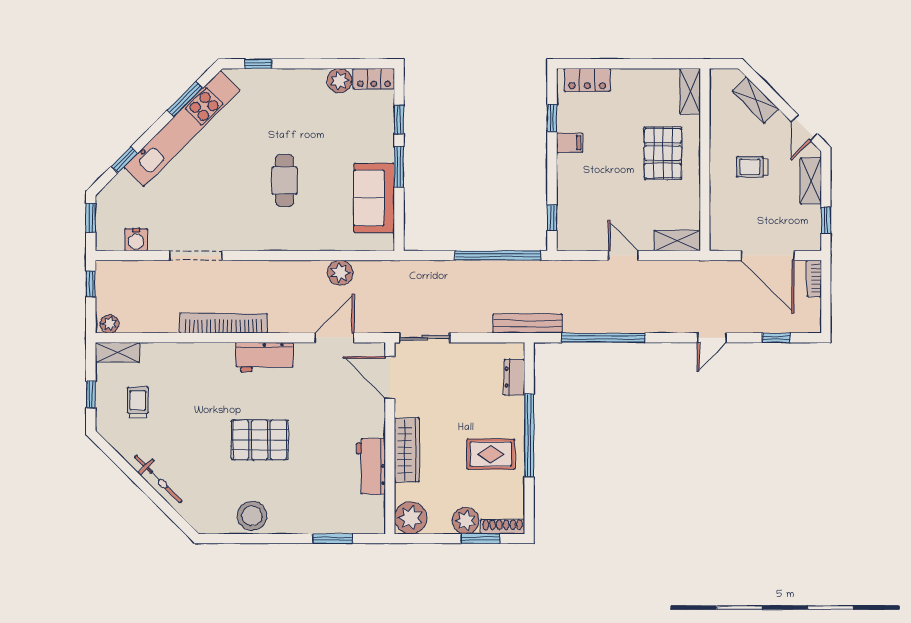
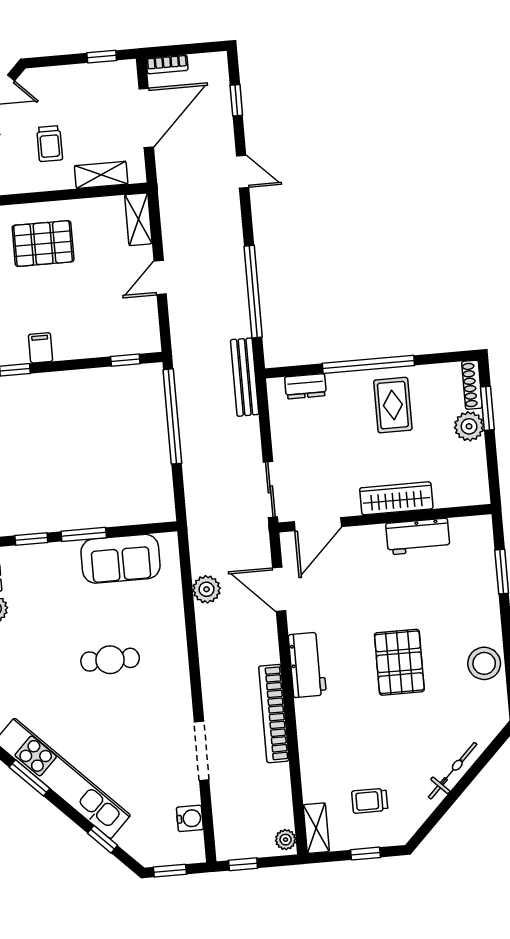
shelving: (811, 181) -> (101, 175), moved
plant: (411, 518) -> (471, 488), removed

